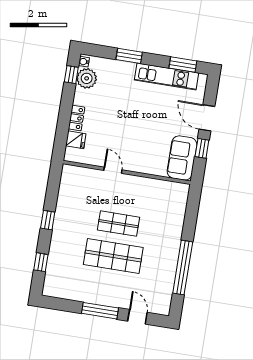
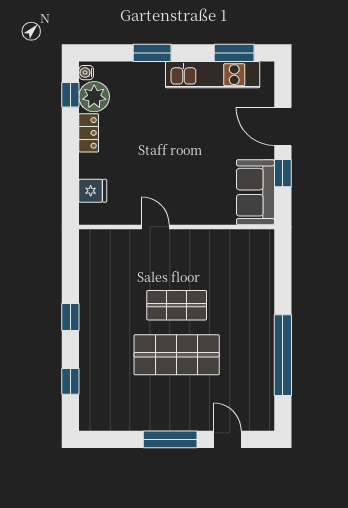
locker: (77, 118) -> (89, 133), moved

